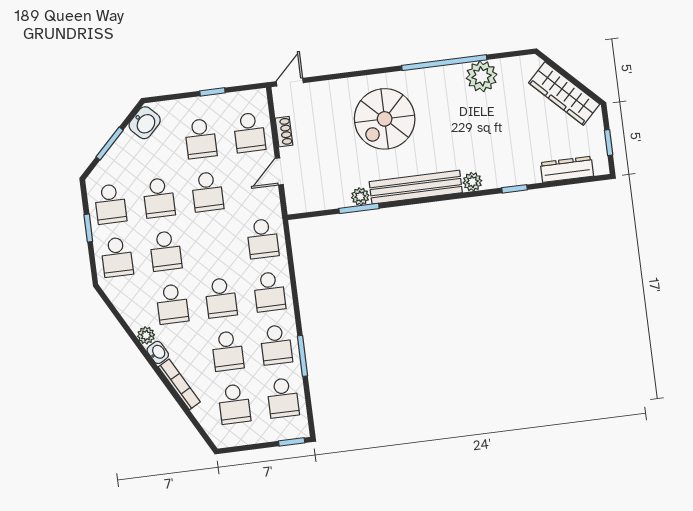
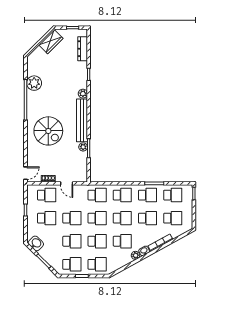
door: (290, 82) -> (25, 173), swing flipped
wardrobe: (564, 93) -> (51, 42), width x0.67
school desk: (214, 245) -> (97, 218), added

